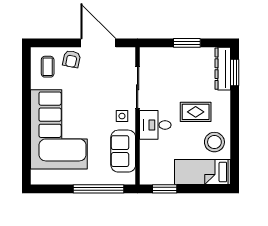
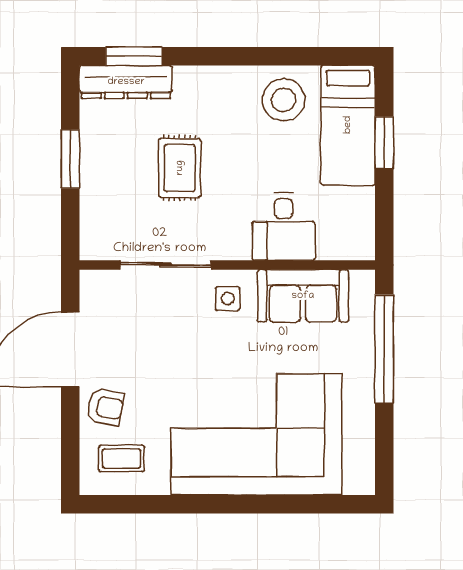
rug: (196, 112) -> (180, 168), moved
desk: (155, 125) -> (284, 227), moved
window: (165, 189) -> (384, 142), moved

